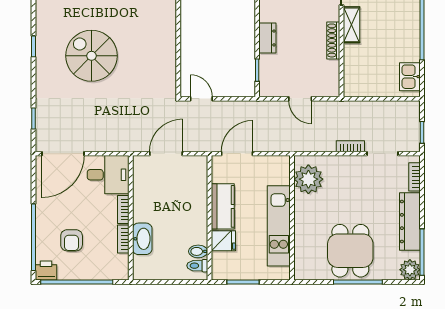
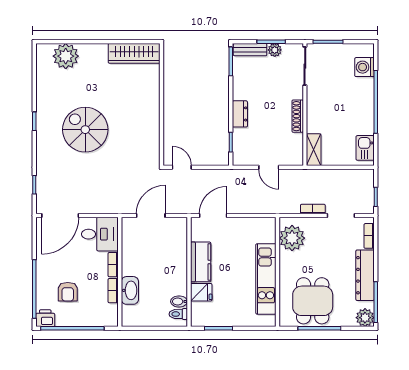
shelving: (351, 25) -> (314, 150), moved
plant: (308, 179) -> (292, 238), moved
wall: (292, 218) -> (278, 272), moved
kitchen unit: (279, 226) -> (266, 279), moved

